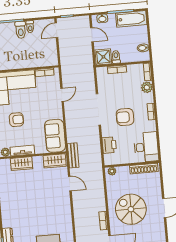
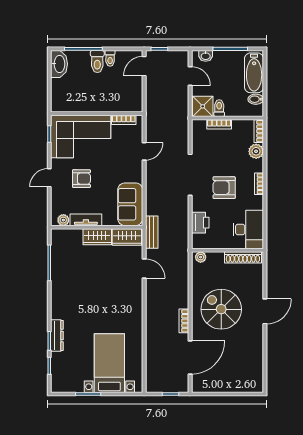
bathtub: (131, 19) -> (254, 73), moved, turned 90
wardrobe: (21, 164) -> (97, 237), moved

